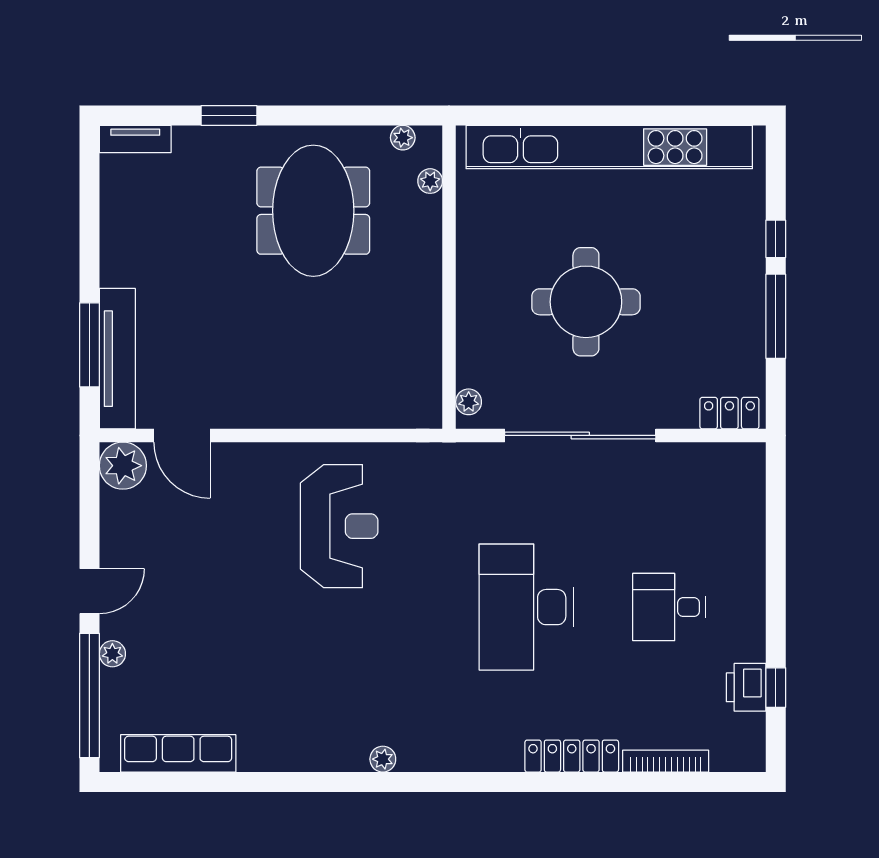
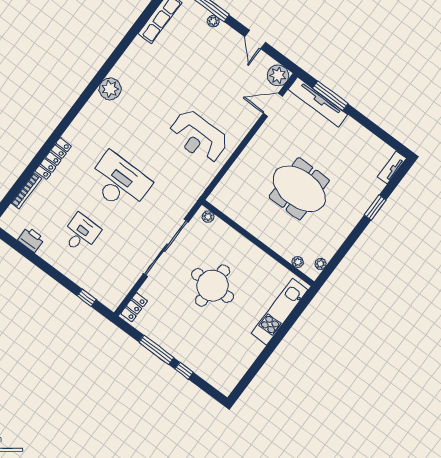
kitchen unit: (609, 147) -> (280, 312), width x0.54
meeting table: (313, 211) -> (299, 189), moved
door: (89, 591) -> (255, 40), moved
window: (776, 688) -> (87, 298), moved
plant: (383, 759) -> (110, 89), width x1.88, depth x1.88

